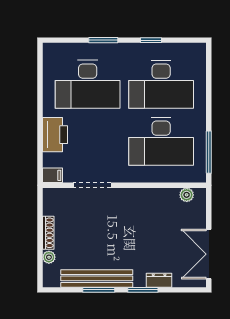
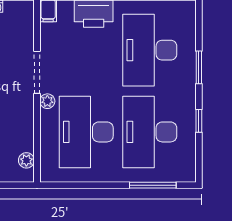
window: (209, 152) -> (153, 185), moved
plant: (133, 176) -> (47, 101), added
doorway: (92, 185) -> (37, 72), moved

